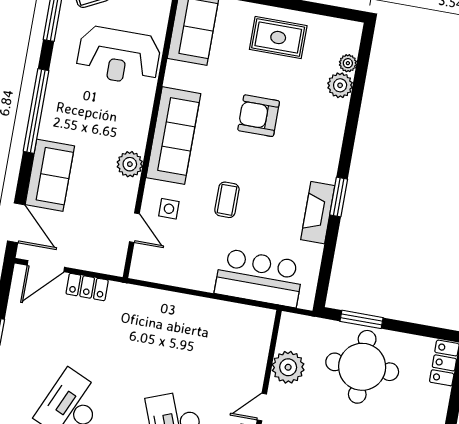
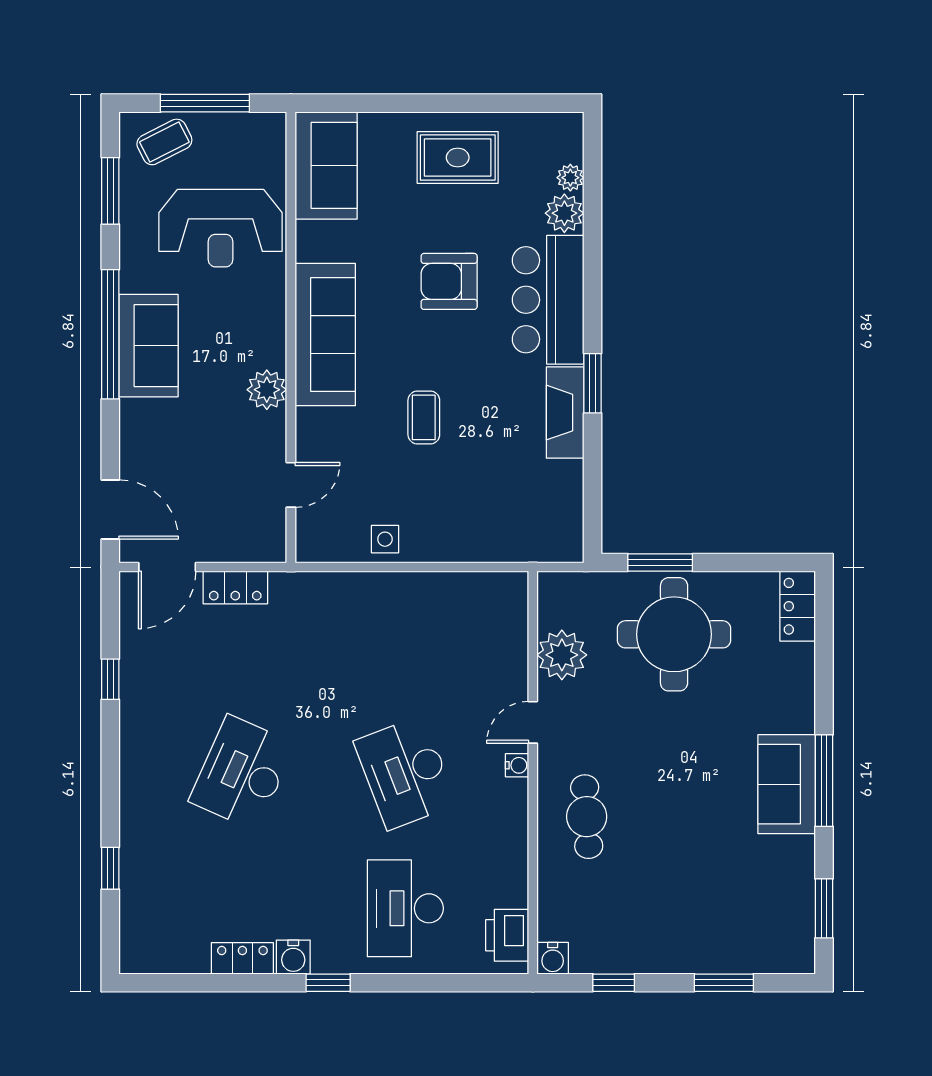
sofa: (50, 175) -> (148, 346), moved
side table: (169, 209) -> (385, 539), moved
door: (134, 228) -> (291, 485), hinge flipped
bar counter: (259, 278) -> (548, 300), moved, turned -90

